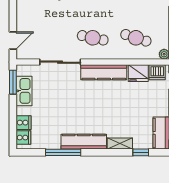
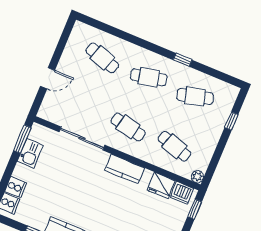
door: (13, 41) -> (48, 78), moved
kitchen counter: (104, 72) -> (125, 169), width x0.67
kitchen sink: (24, 91) -> (30, 153), width x0.73

